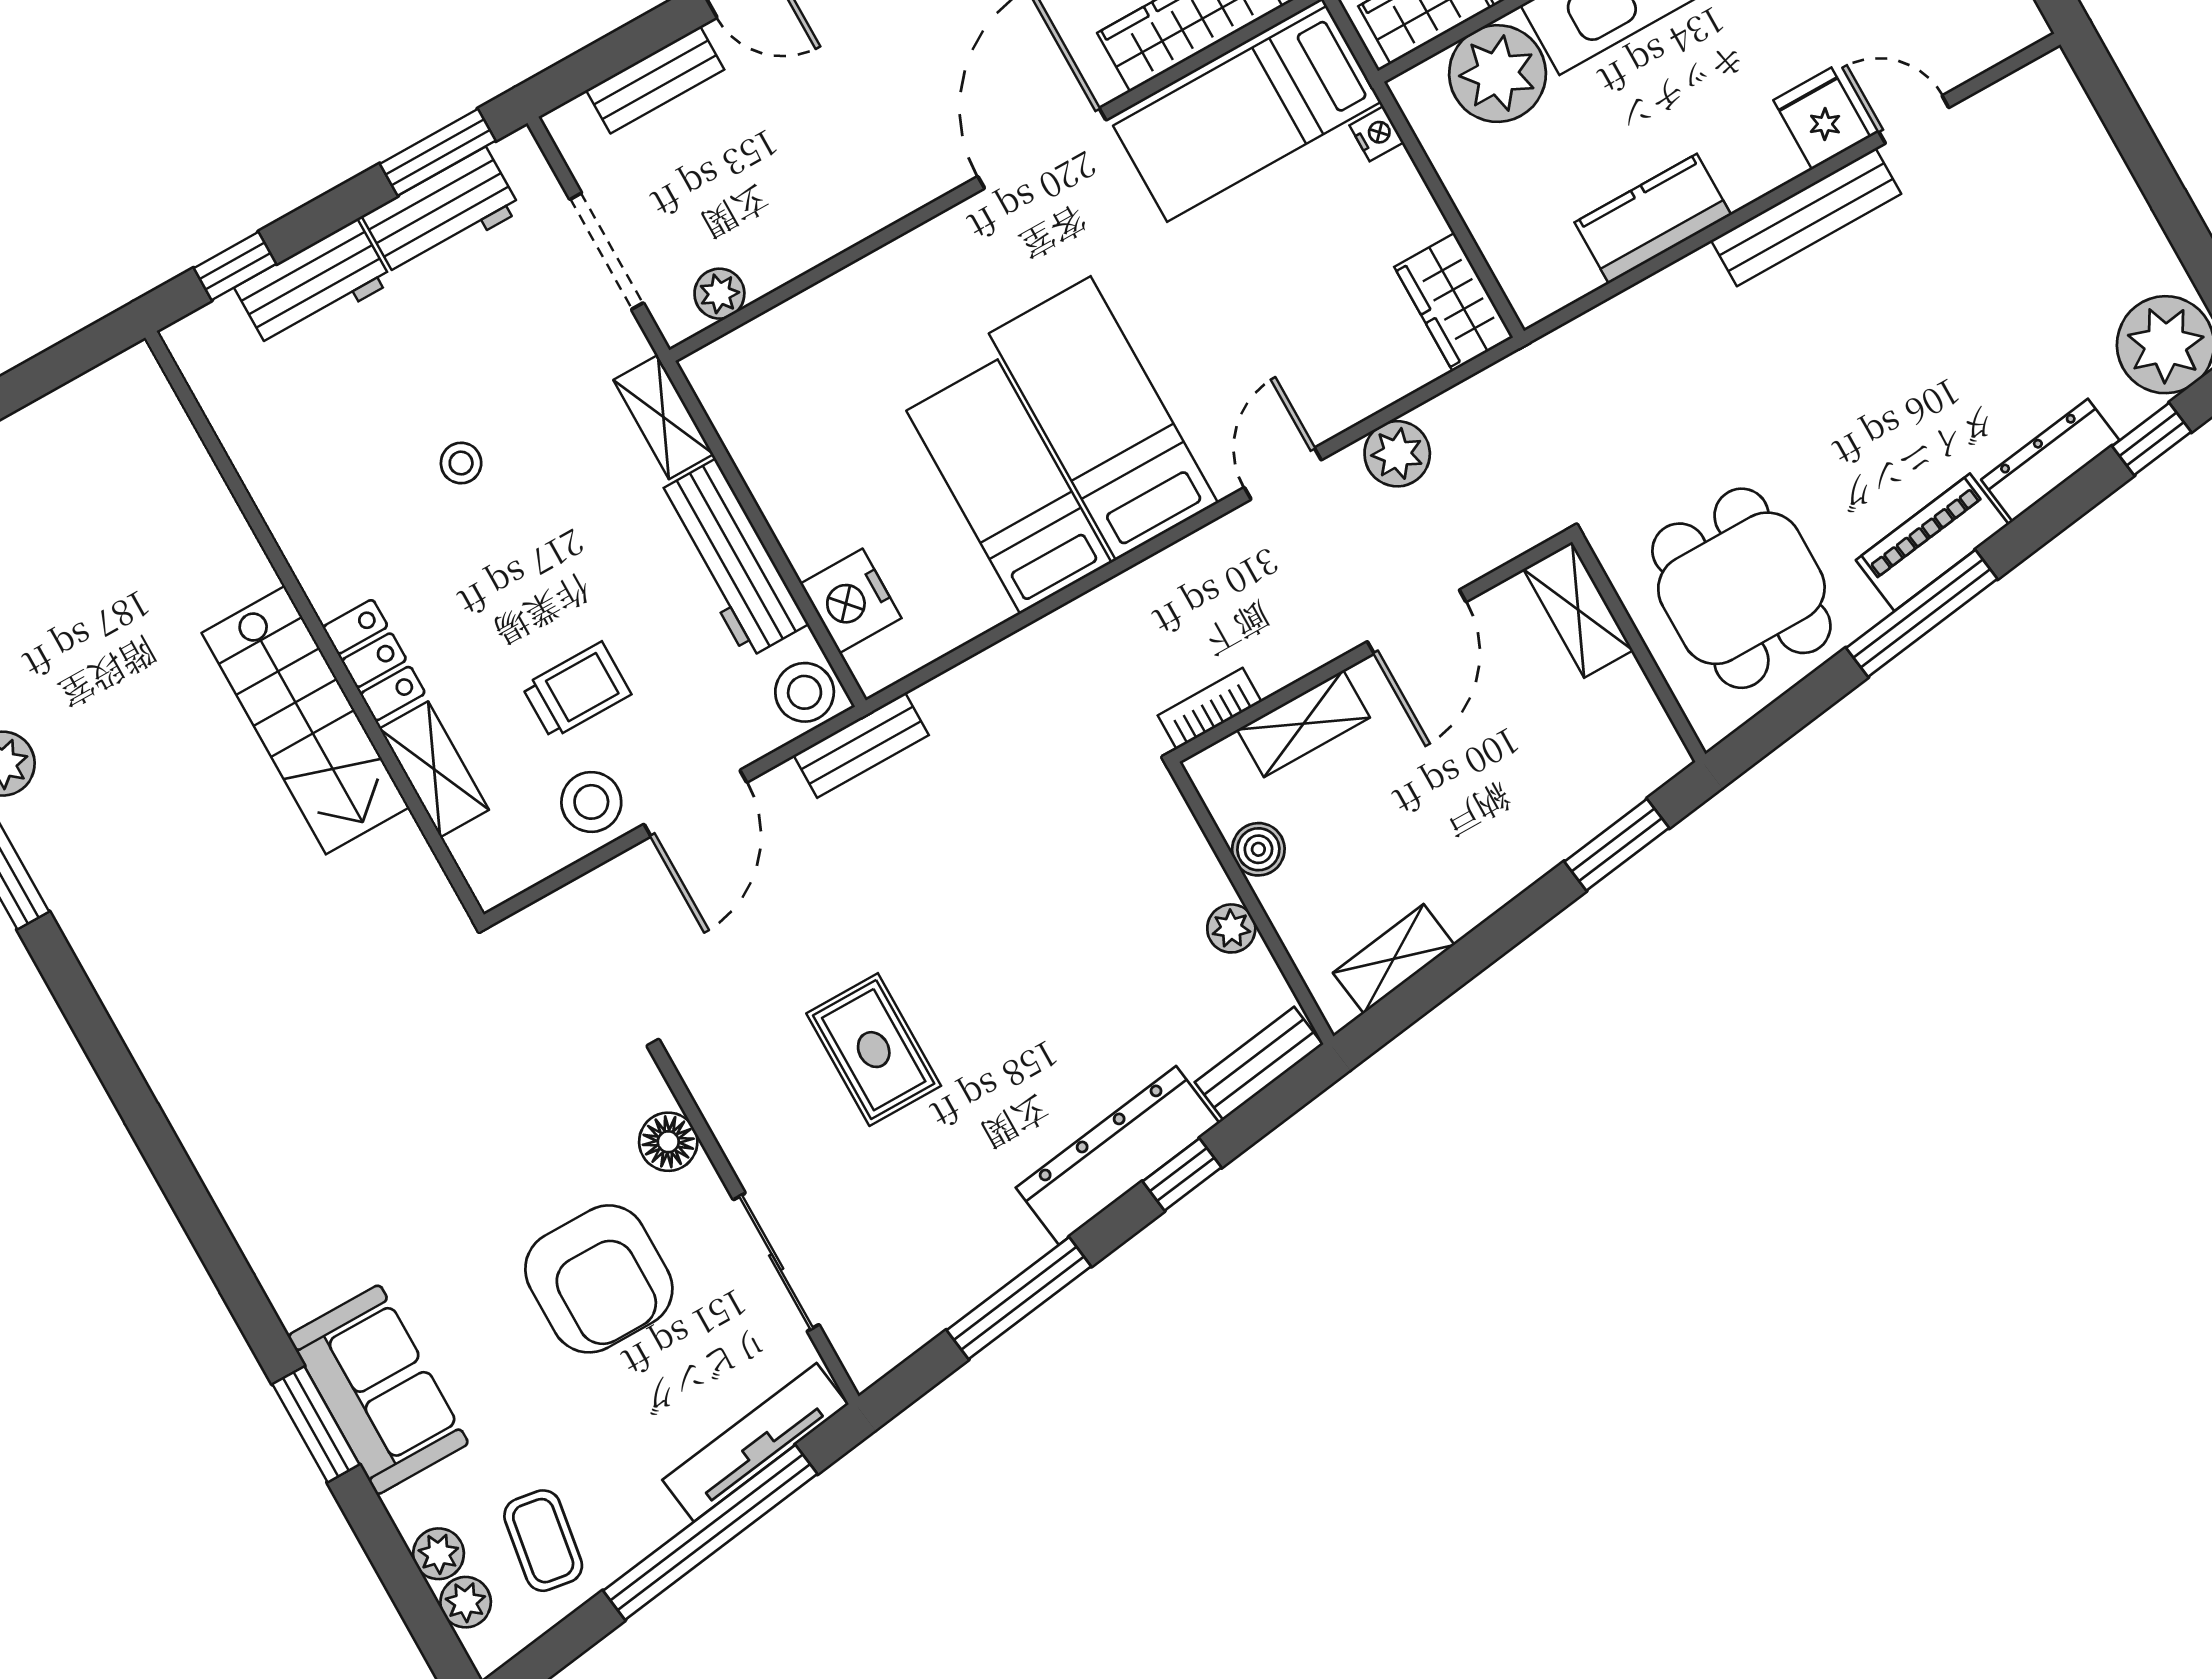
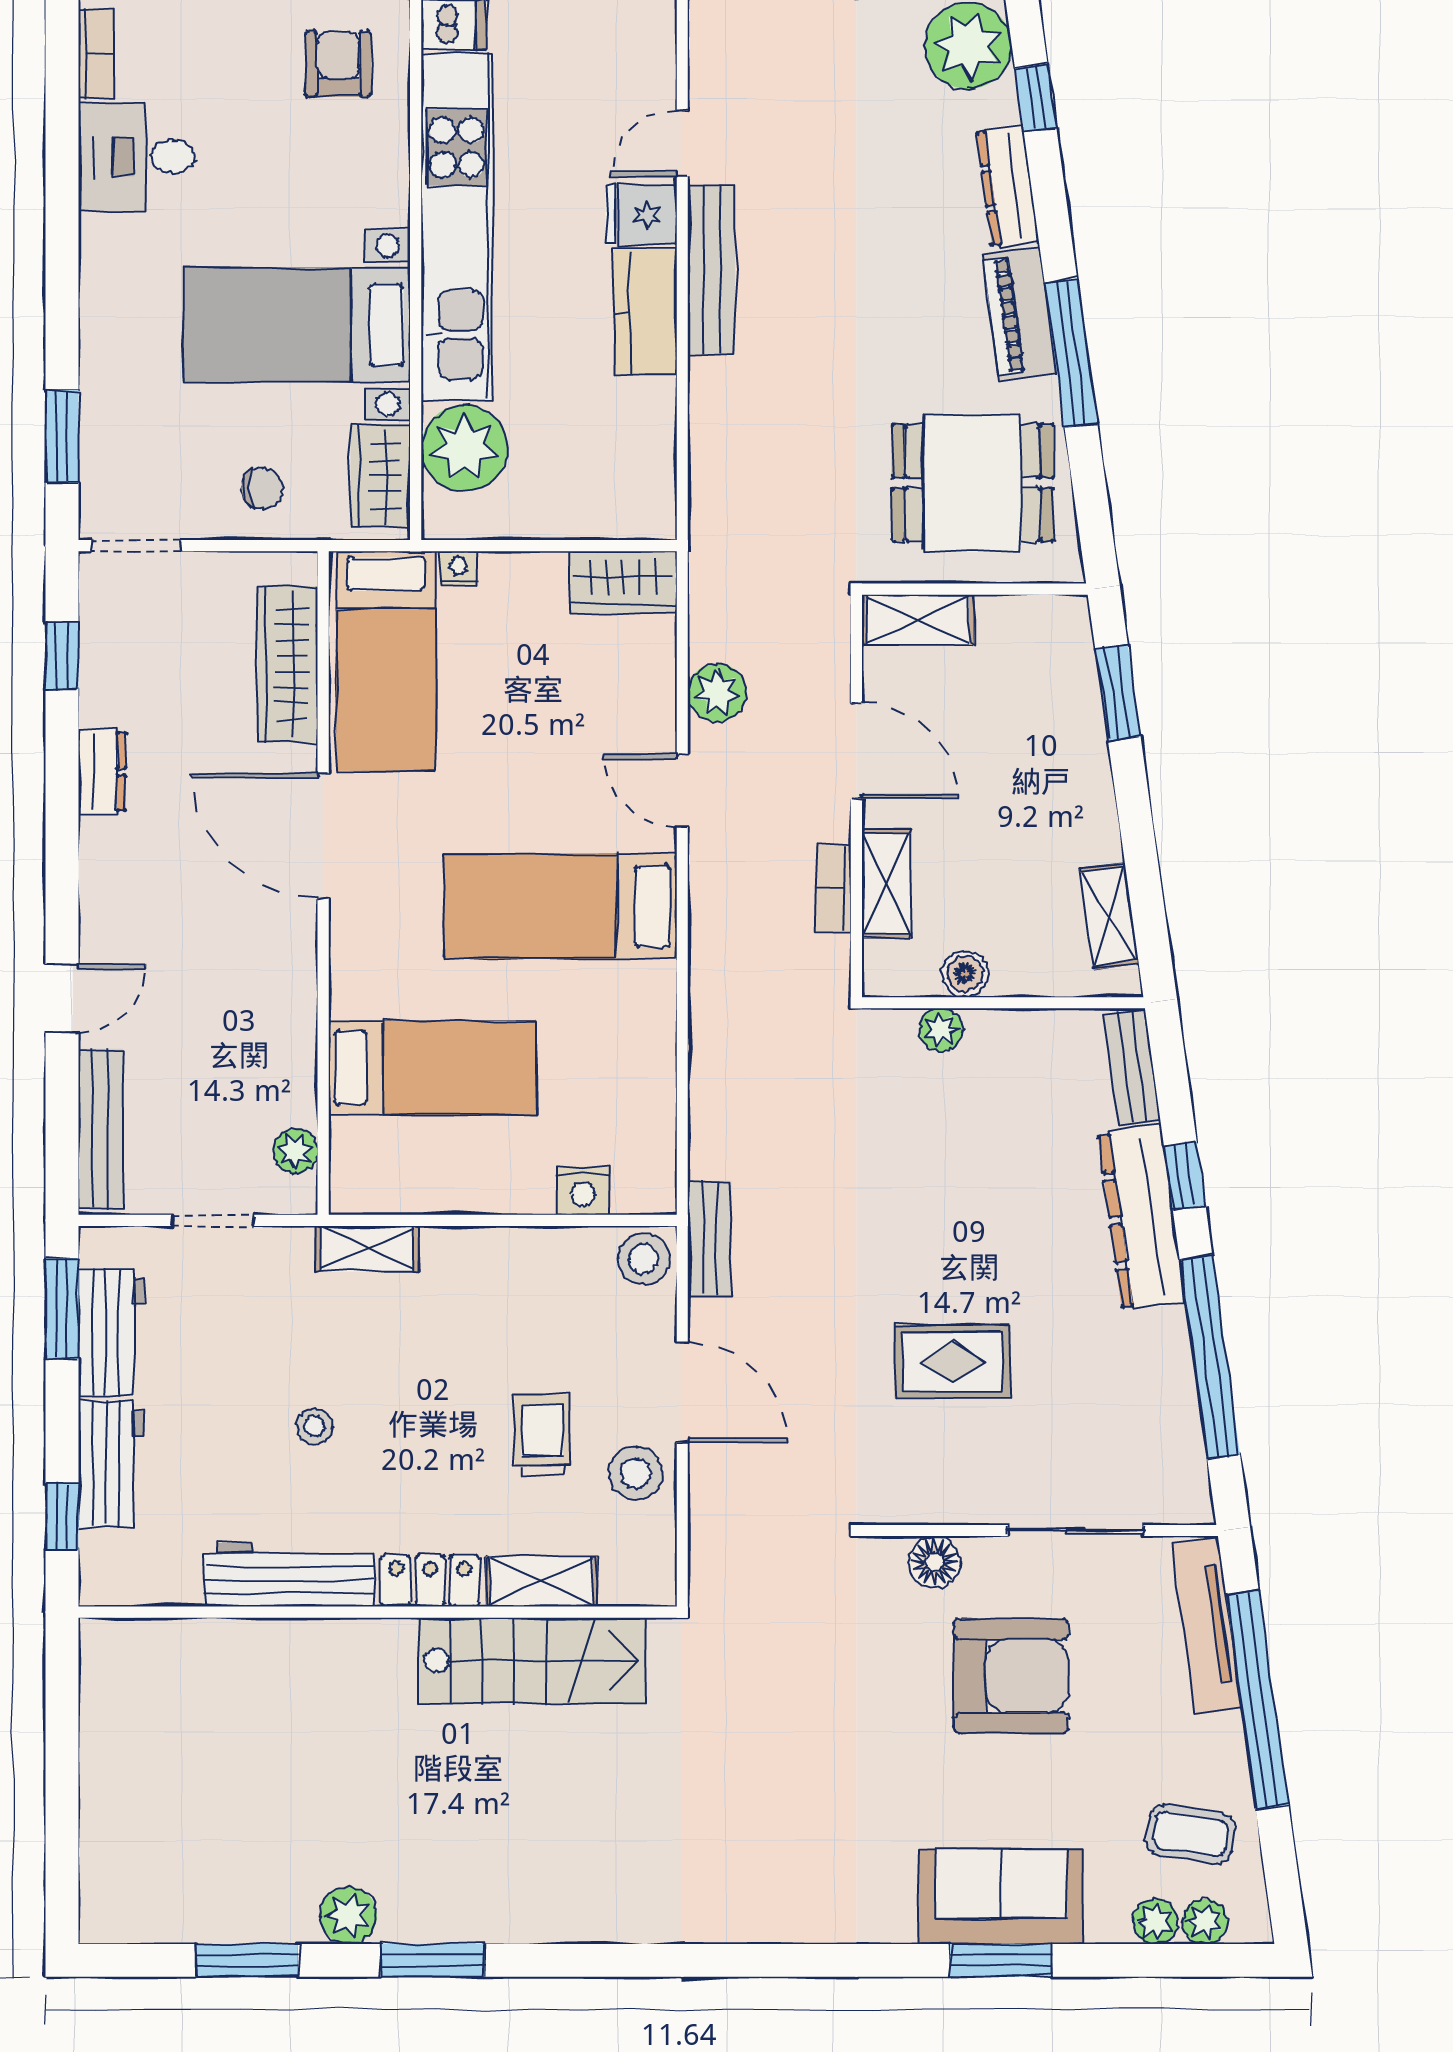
bench: (655, 80) -> (101, 1129), width x1.36
kitchen counter: (1653, 219) -> (645, 312), moved
doorway: (607, 251) -> (213, 1220), width x0.73
bed: (1009, 487) -> (433, 1068), moved, turned 180
workbench: (731, 559) -> (289, 1575), moved, turned 180
nightstand: (851, 601) -> (583, 1191), width x0.74, depth x0.75
bookcase: (1210, 709) -> (834, 889), moved
stairs: (305, 720) -> (532, 1660), moved
plant: (1231, 928) -> (941, 1030), moved
window: (1019, 1298) -> (1210, 1357), width x1.46

